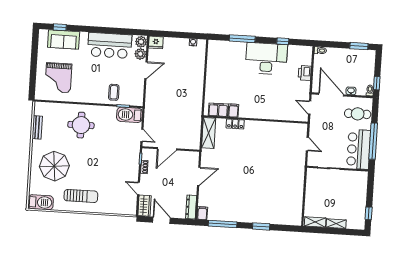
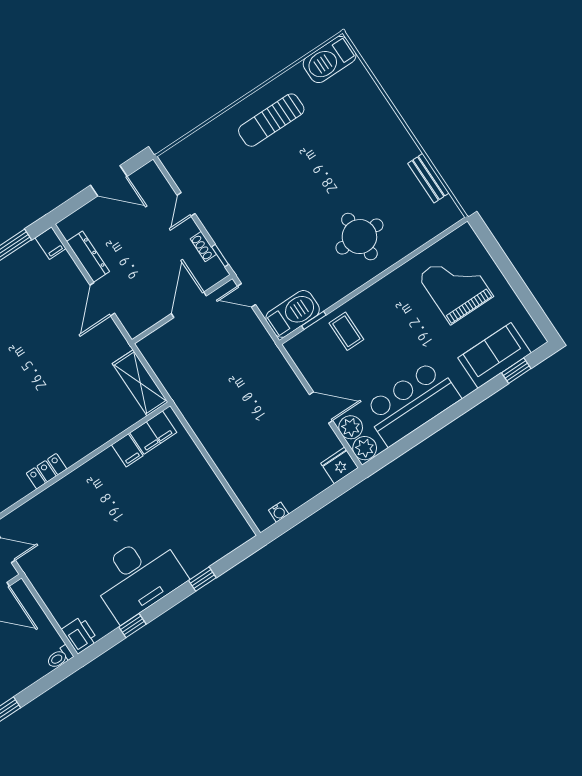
window: (242, 39) -> (202, 579), width x0.46
door: (146, 70) -> (321, 408), swing flipped
printer: (305, 73) -> (80, 635), moved
locker: (235, 124) -> (46, 471), moved
parasol: (54, 166) -> (352, 136), removed
door: (139, 188) -> (186, 204), swing flipped
wardrobe: (145, 206) -> (155, 184), removed
dresser: (191, 207) -> (88, 257), moved

